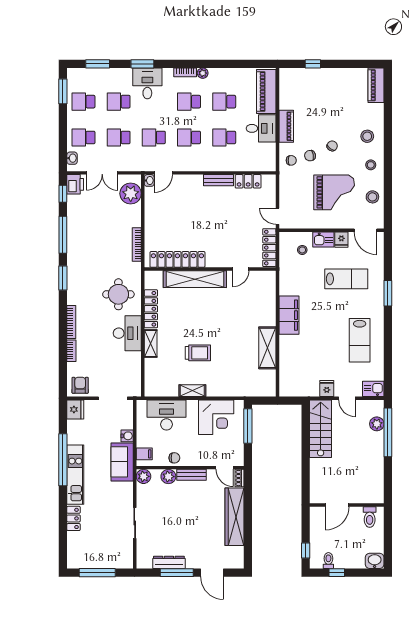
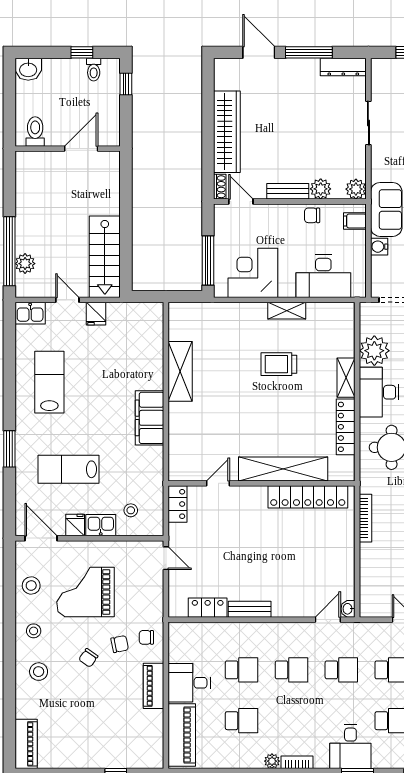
school desk: (189, 102) -> (291, 721), removed
plant: (131, 193) -> (374, 351), moved
locker: (269, 248) -> (177, 504), width x0.66
dresser: (169, 562) -> (343, 67), moved

